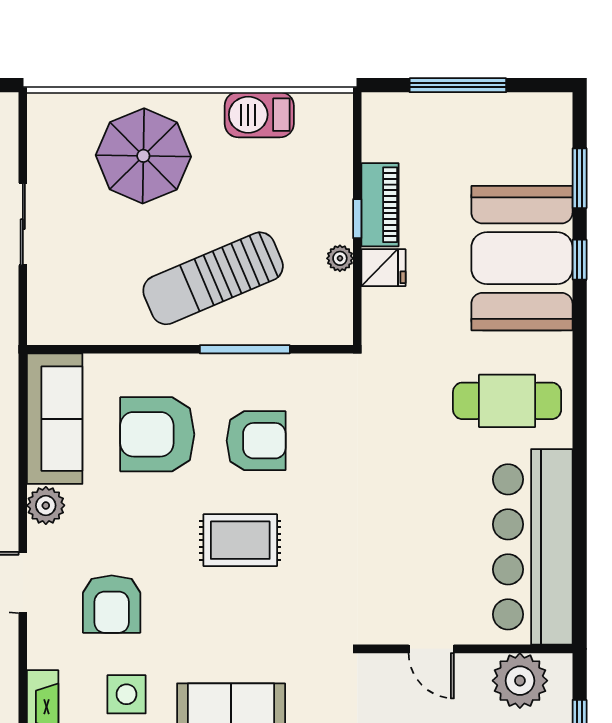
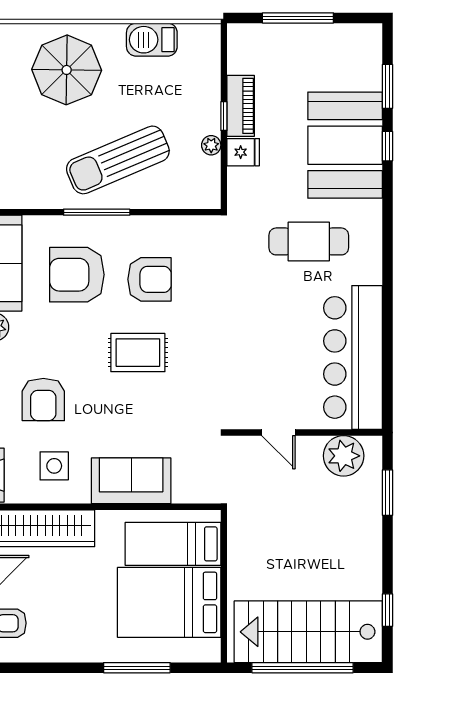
window: (245, 349) -> (97, 212), moved
cafe table: (507, 401) -> (309, 241), moved

